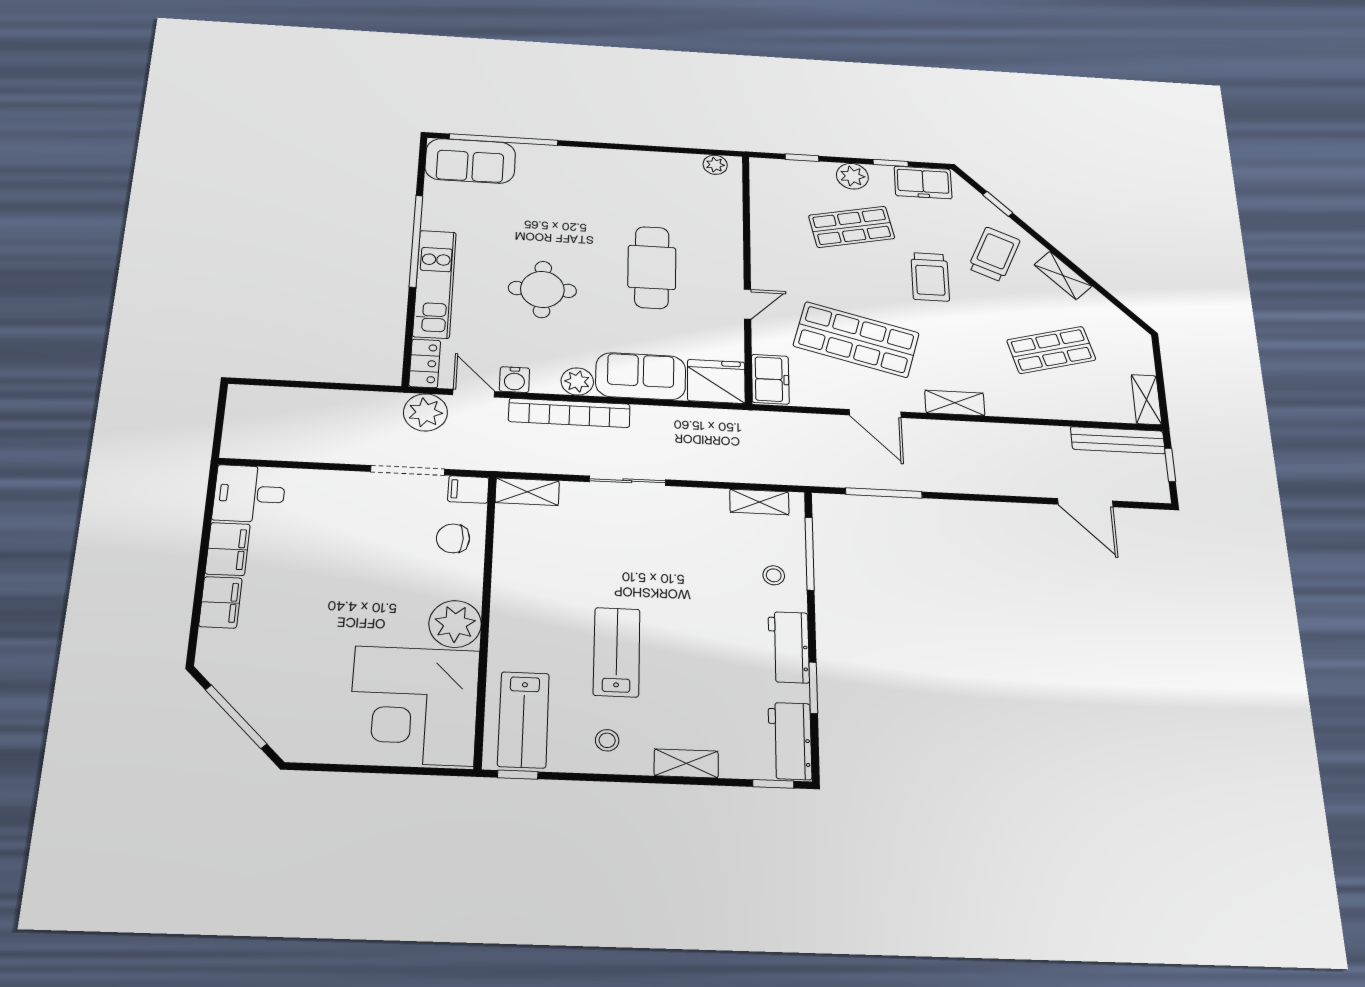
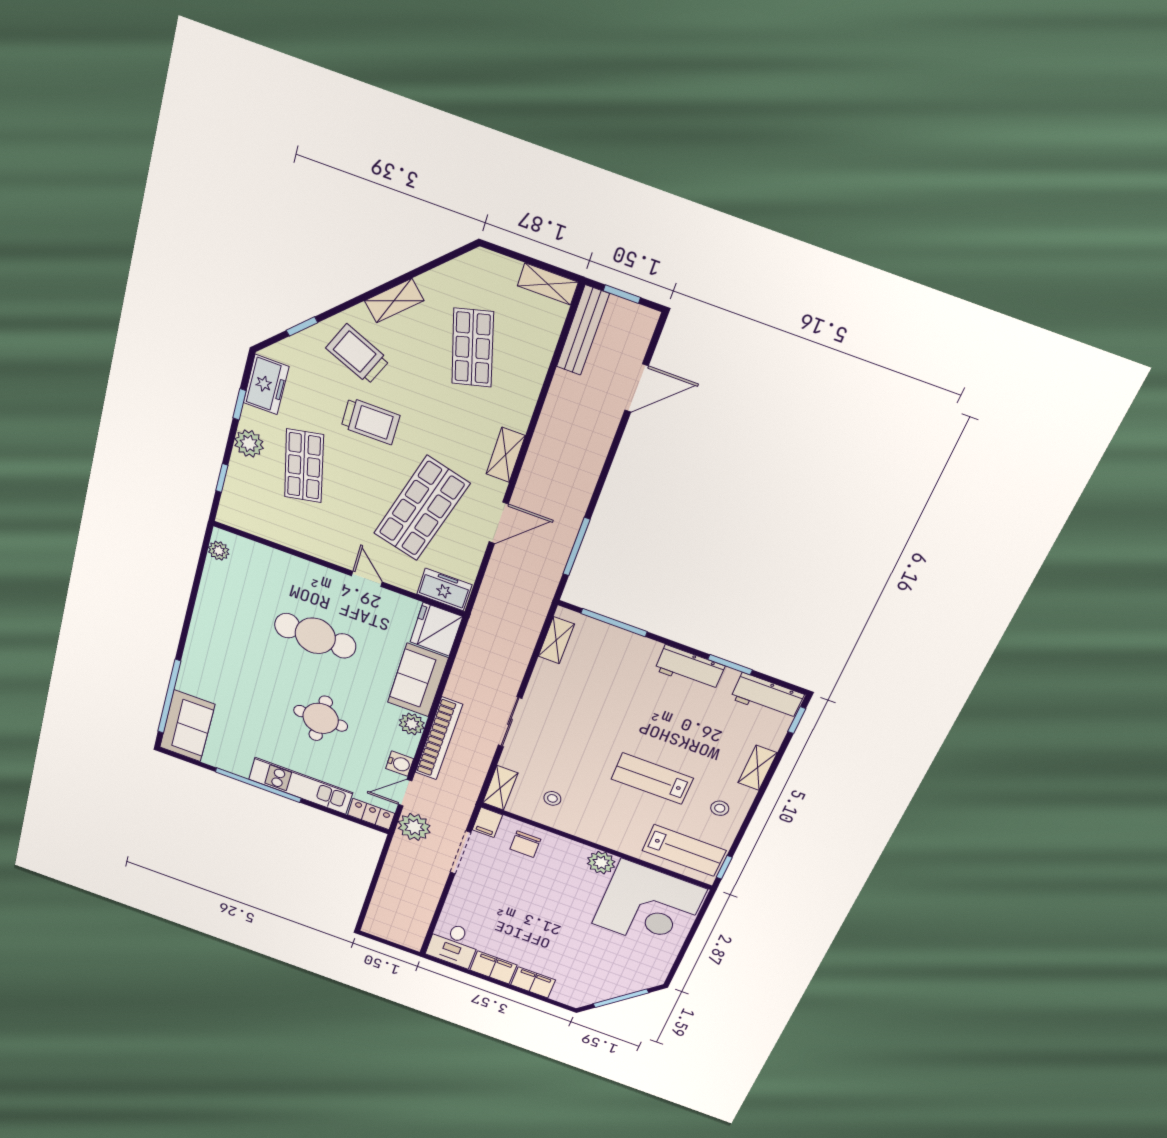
stool: (774, 575) -> (552, 798), moved
plant: (455, 624) -> (601, 863), width x0.73, depth x0.73

